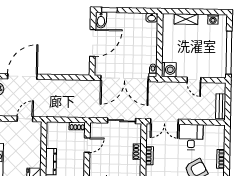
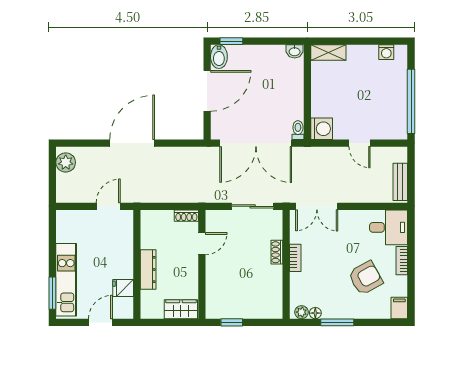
shelving: (186, 19) -> (328, 53), moved
door: (22, 76) -> (132, 143), moved
desk: (191, 137) -> (389, 227), moved, turned 90

